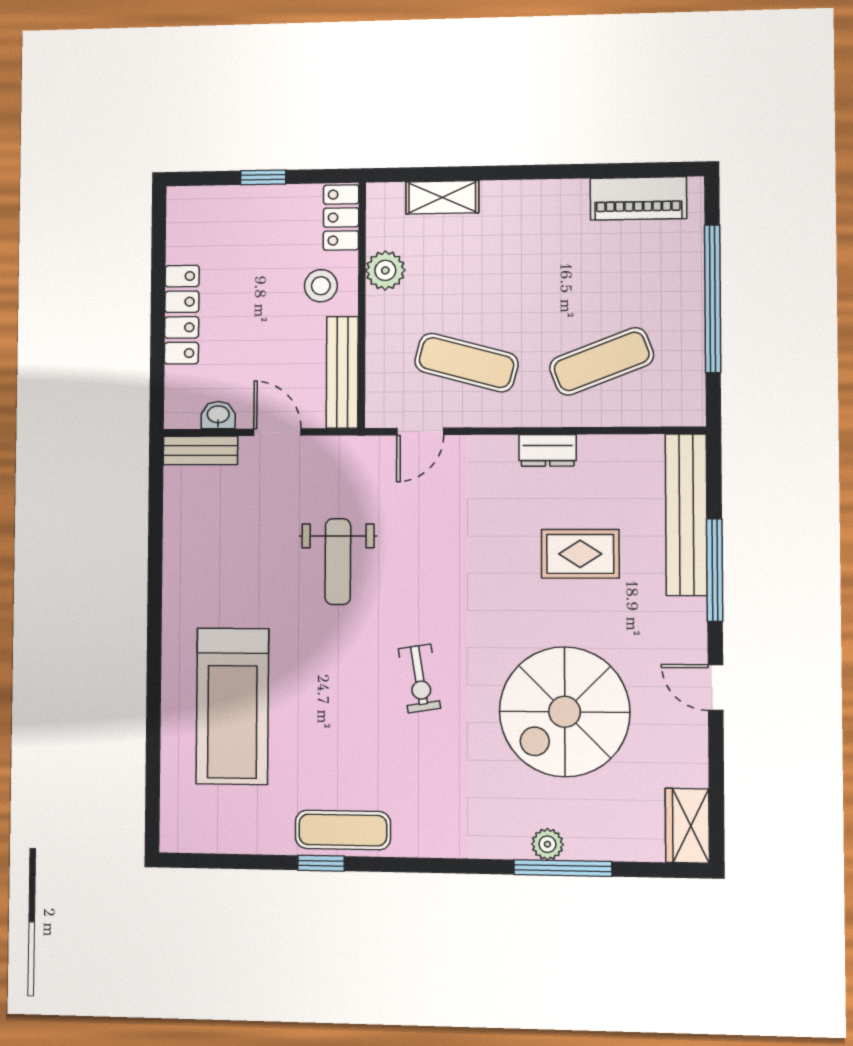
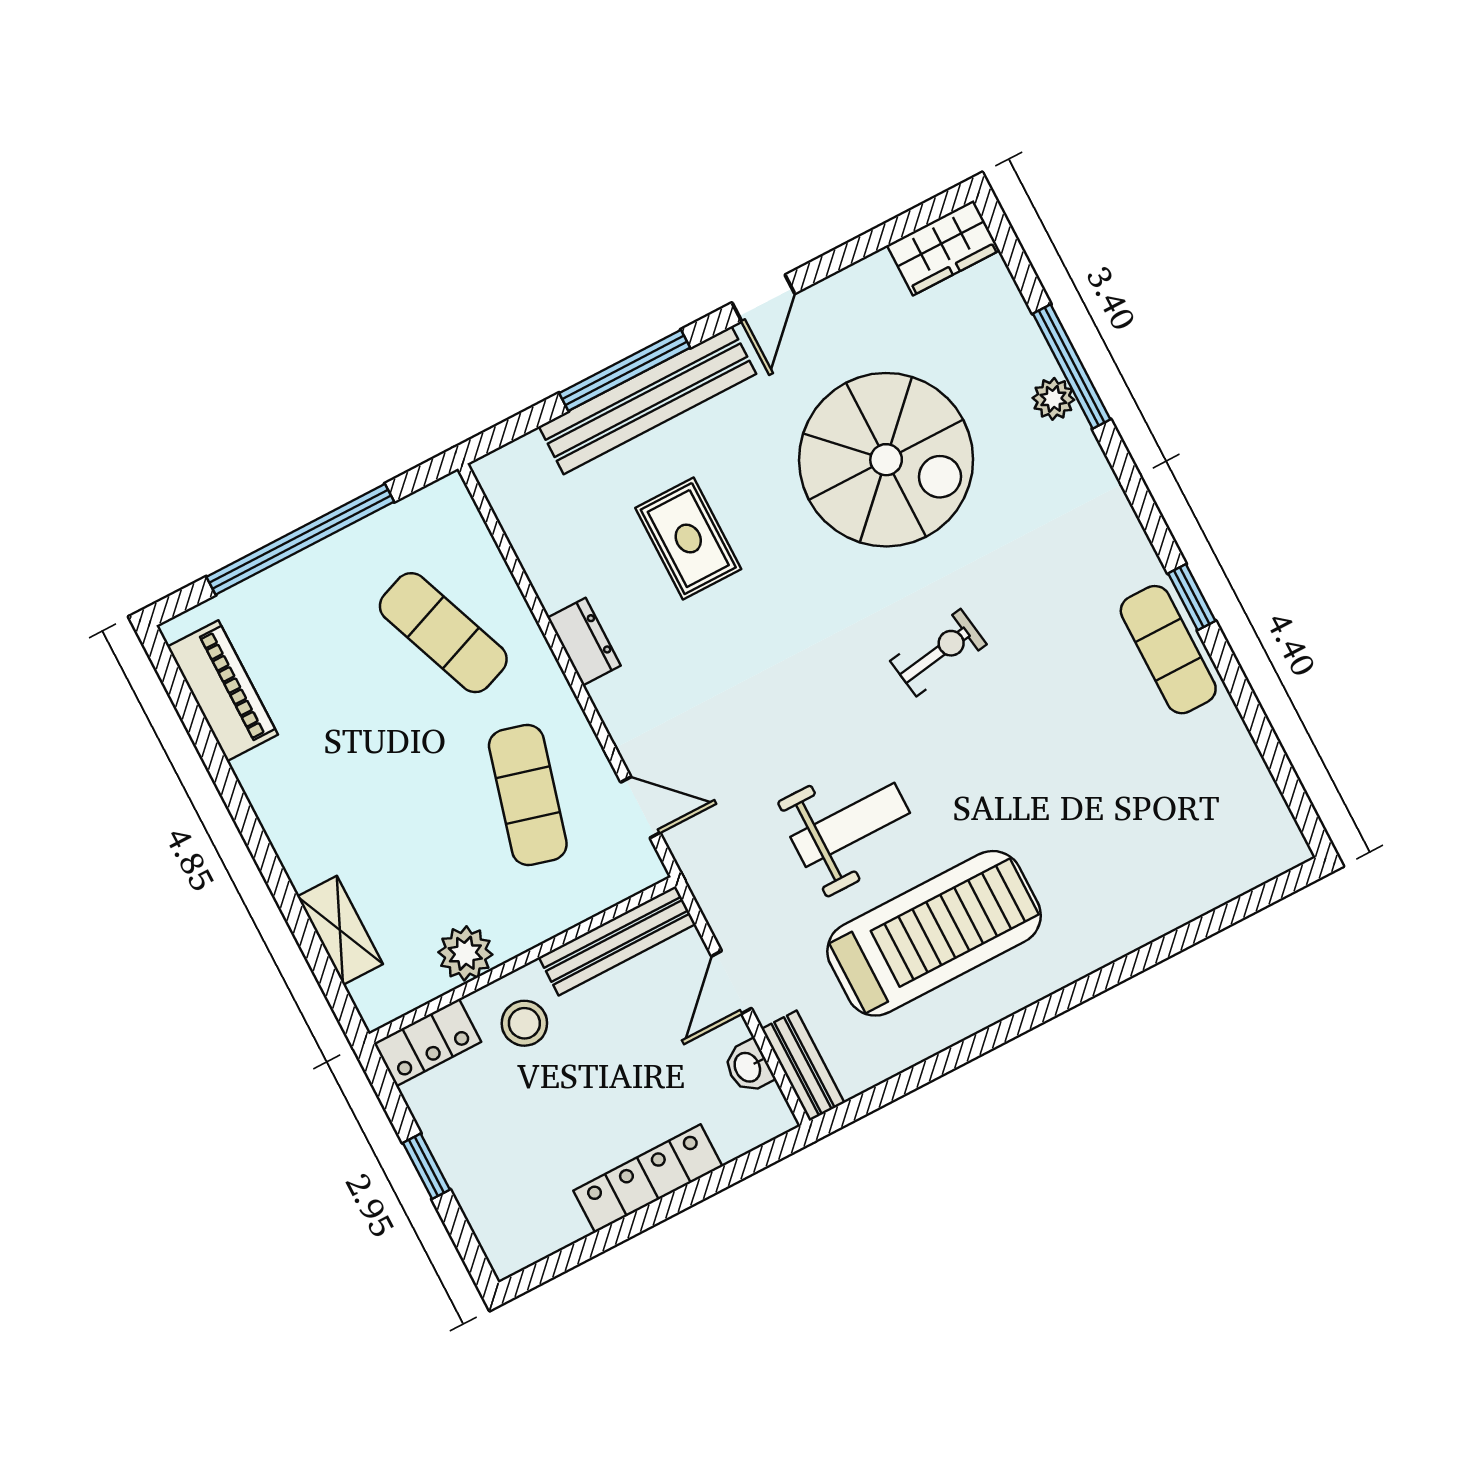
bench: (686, 515) -> (648, 400), moved
treadmill: (232, 706) -> (934, 933), moved
window: (321, 863) -> (1192, 597), moved

